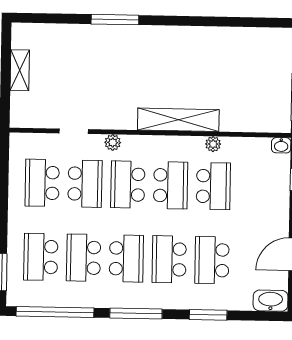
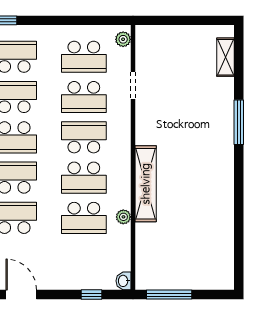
shelving: (20, 70) -> (225, 57), moved, turned 90
plant: (113, 142) -> (123, 39), moved
school desk: (42, 183) -> (84, 57), turned 180

